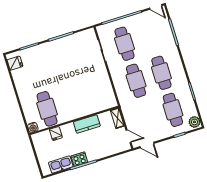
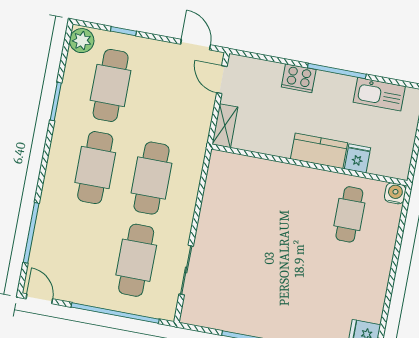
cafe table: (47, 109) -> (349, 214), width x0.73, depth x0.74
kitchen counter: (87, 124) -> (319, 151), moved
cooker: (79, 159) -> (299, 78), moved

